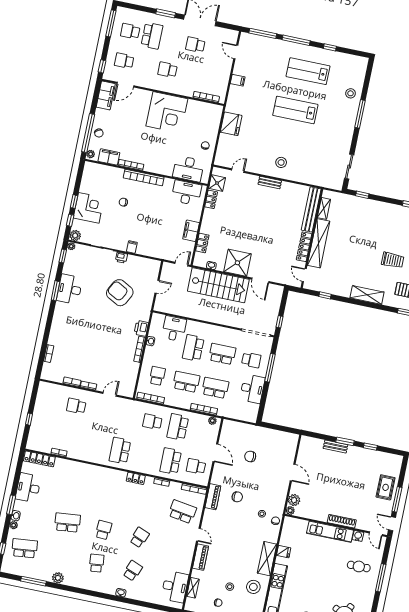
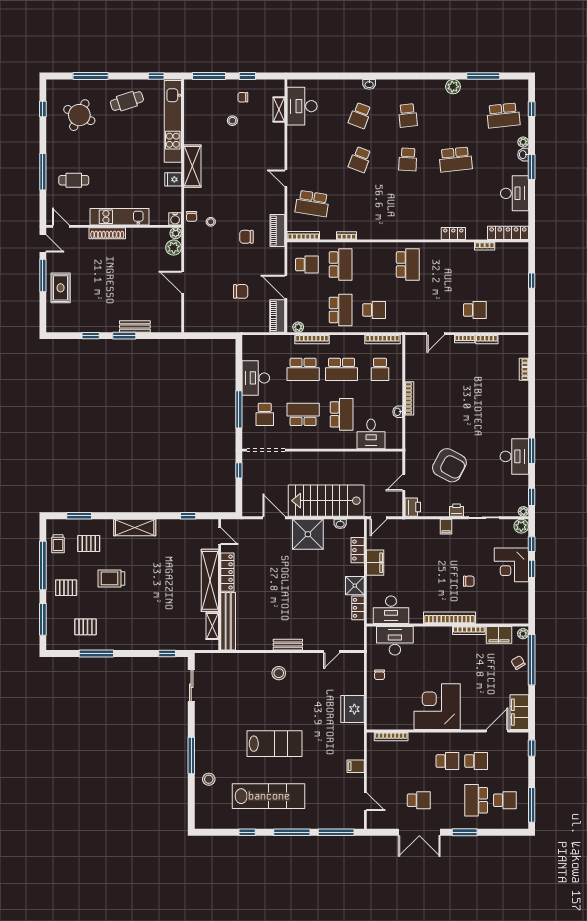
school desk: (124, 61) -> (476, 761), moved
lab bench: (308, 71) -> (269, 796), width x1.36
shower: (217, 183) -> (355, 586), moved
printer: (141, 328) -> (413, 507), moved
school desk: (222, 354) -> (303, 414), turned 180
school desk: (251, 360) -> (265, 414), turned -90
locker: (136, 478) -> (453, 234), moved
water cooler: (358, 536) -> (175, 219), moved
piano: (201, 557) -> (277, 316), moved
stool: (253, 587) -> (202, 127), removed

